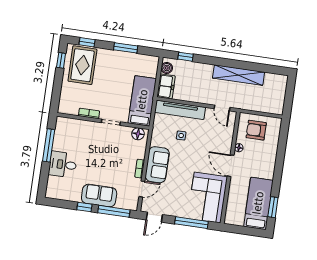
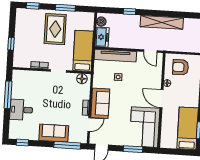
window: (186, 57) -> (129, 12), moved
window: (61, 60) -> (11, 44), moved
rug: (82, 65) -> (55, 29), moved
window: (84, 207) -> (22, 143), moved
window: (191, 223) -> (133, 149), width x0.69

